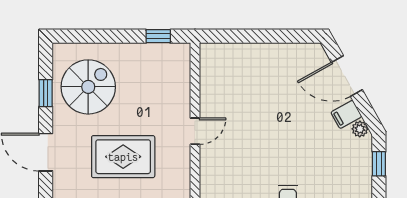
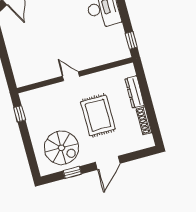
spiral stairs: (88, 87) -> (62, 148), turned 180

